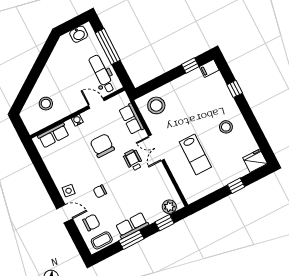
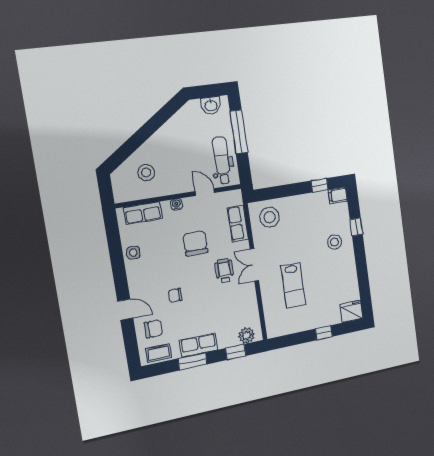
stool: (226, 127) -> (335, 242), moved
side table: (69, 191) -> (133, 253), moved

